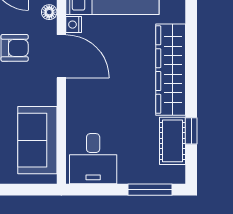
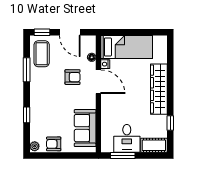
cot: (172, 141) -> (154, 145), moved, turned 90
desk: (93, 159) -> (127, 138), moved
window: (150, 190) -> (123, 156), moved

